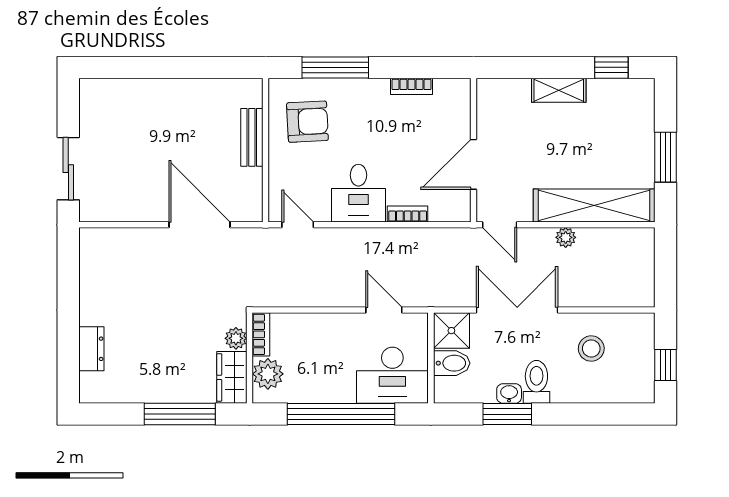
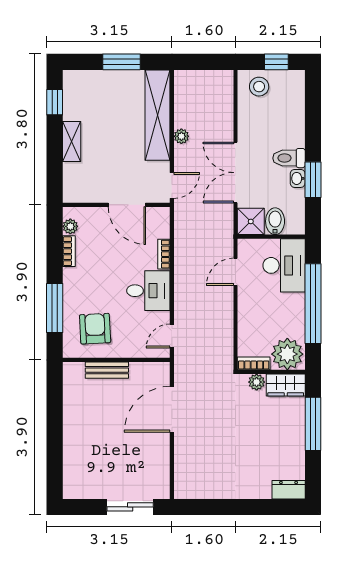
plant: (445, 88) -> (70, 226), added
dresser: (91, 349) -> (289, 490), moved
stool: (591, 349) -> (259, 87), moved
plant: (268, 374) -> (287, 354), width x1.36, depth x1.36

